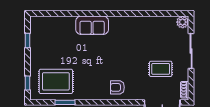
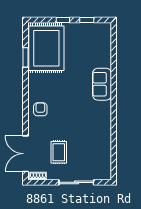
plant: (183, 22) -> (105, 174), removed
rug: (56, 81) -> (46, 48), width x1.37, depth x1.44
window: (27, 83) -> (63, 20), moved

